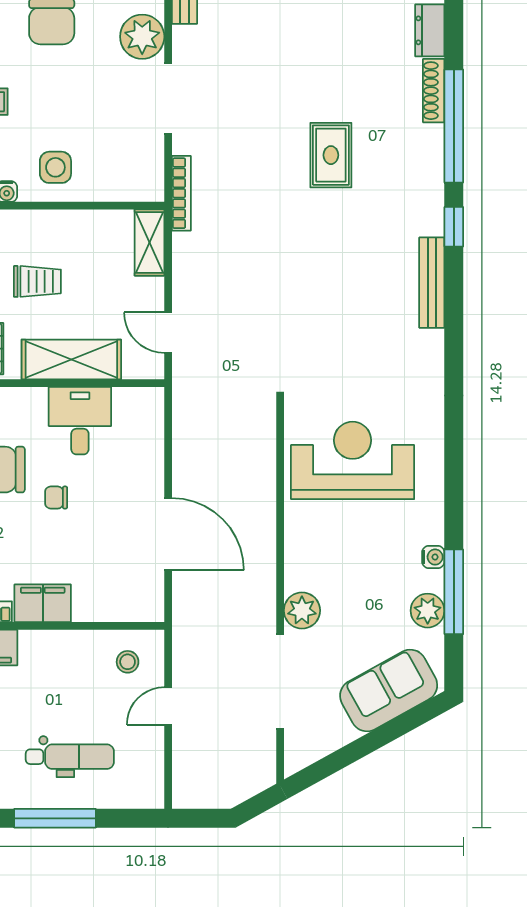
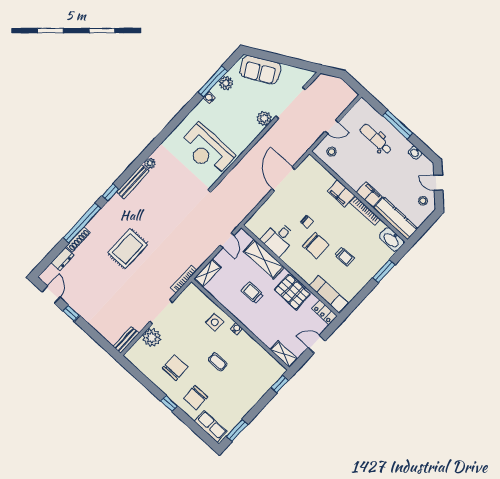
rug: (331, 155) -> (128, 249), width x1.36, depth x1.43
plant: (431, 343) -> (150, 163), added

